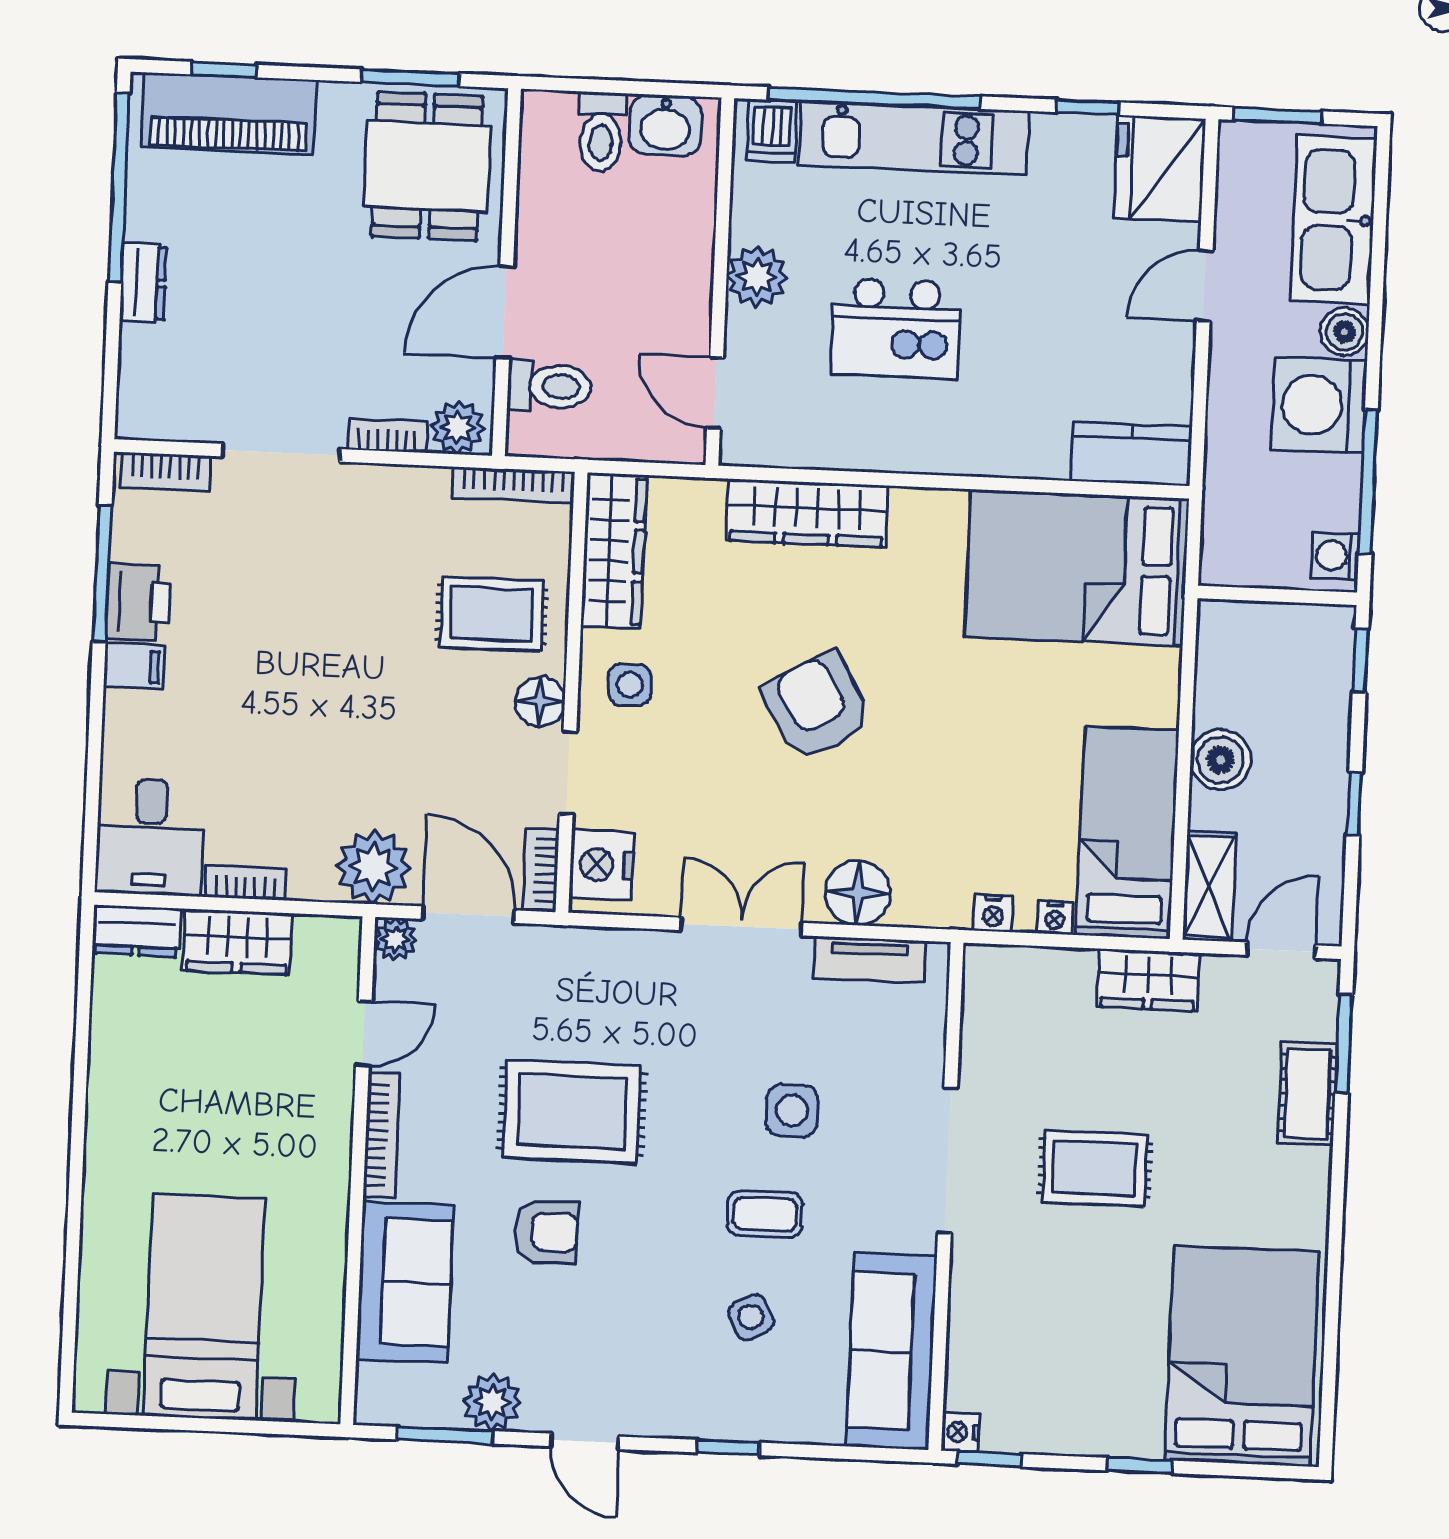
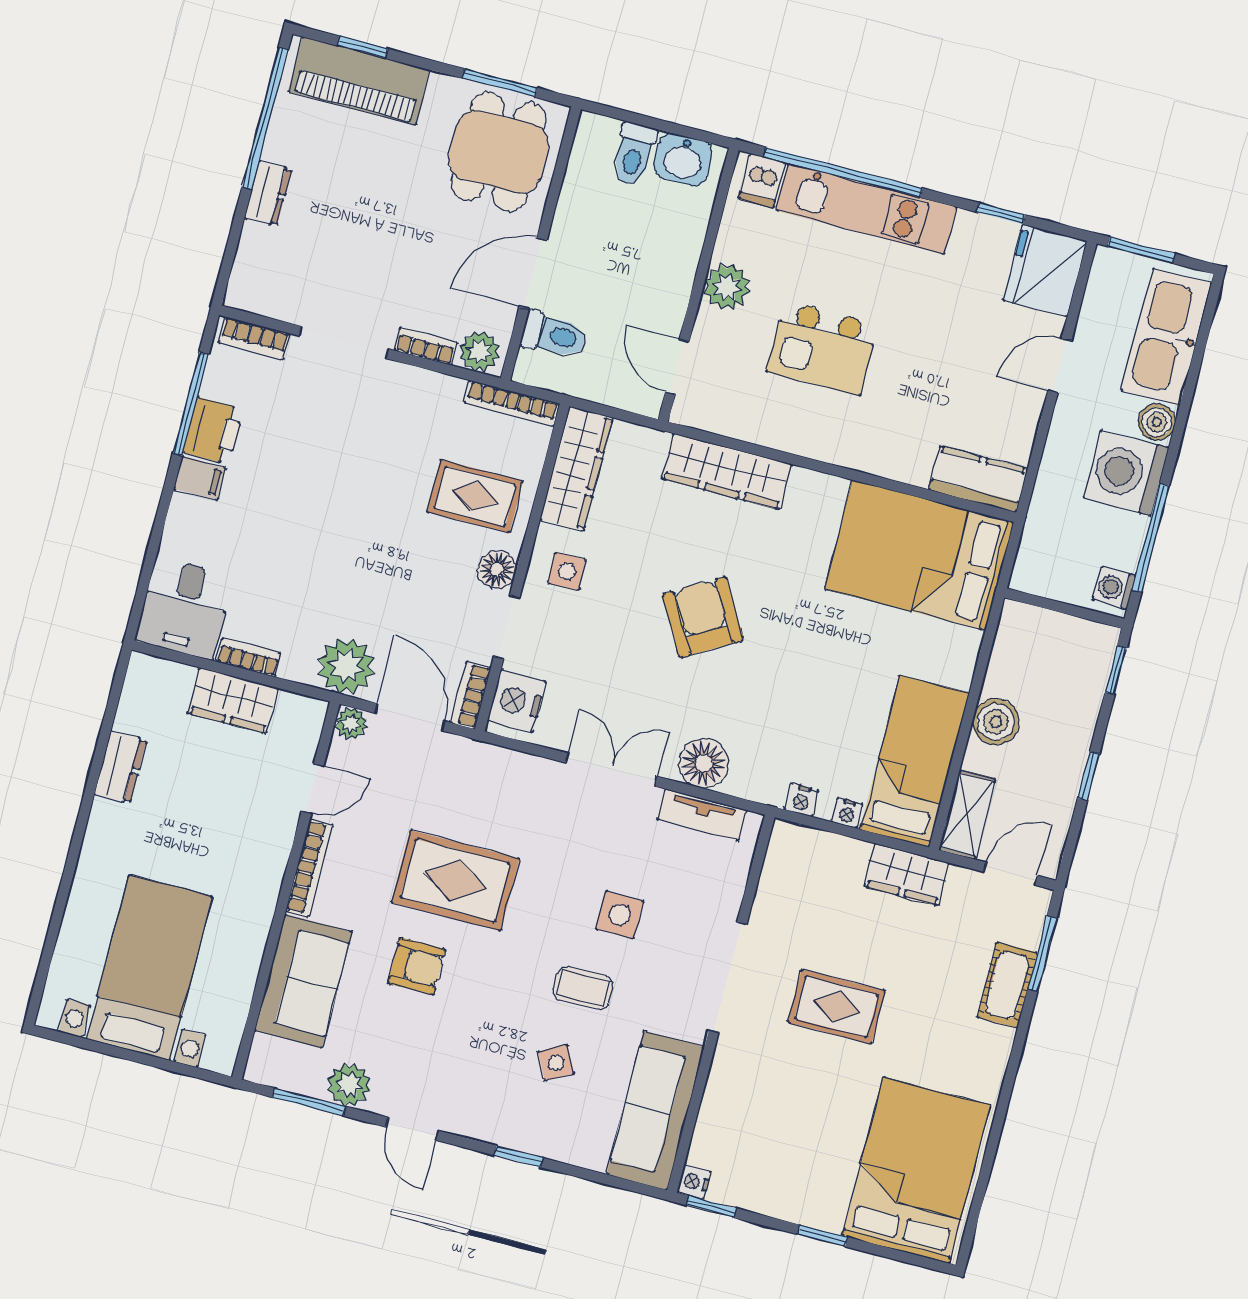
dresser: (136, 931) -> (120, 767), moved, turned -90

